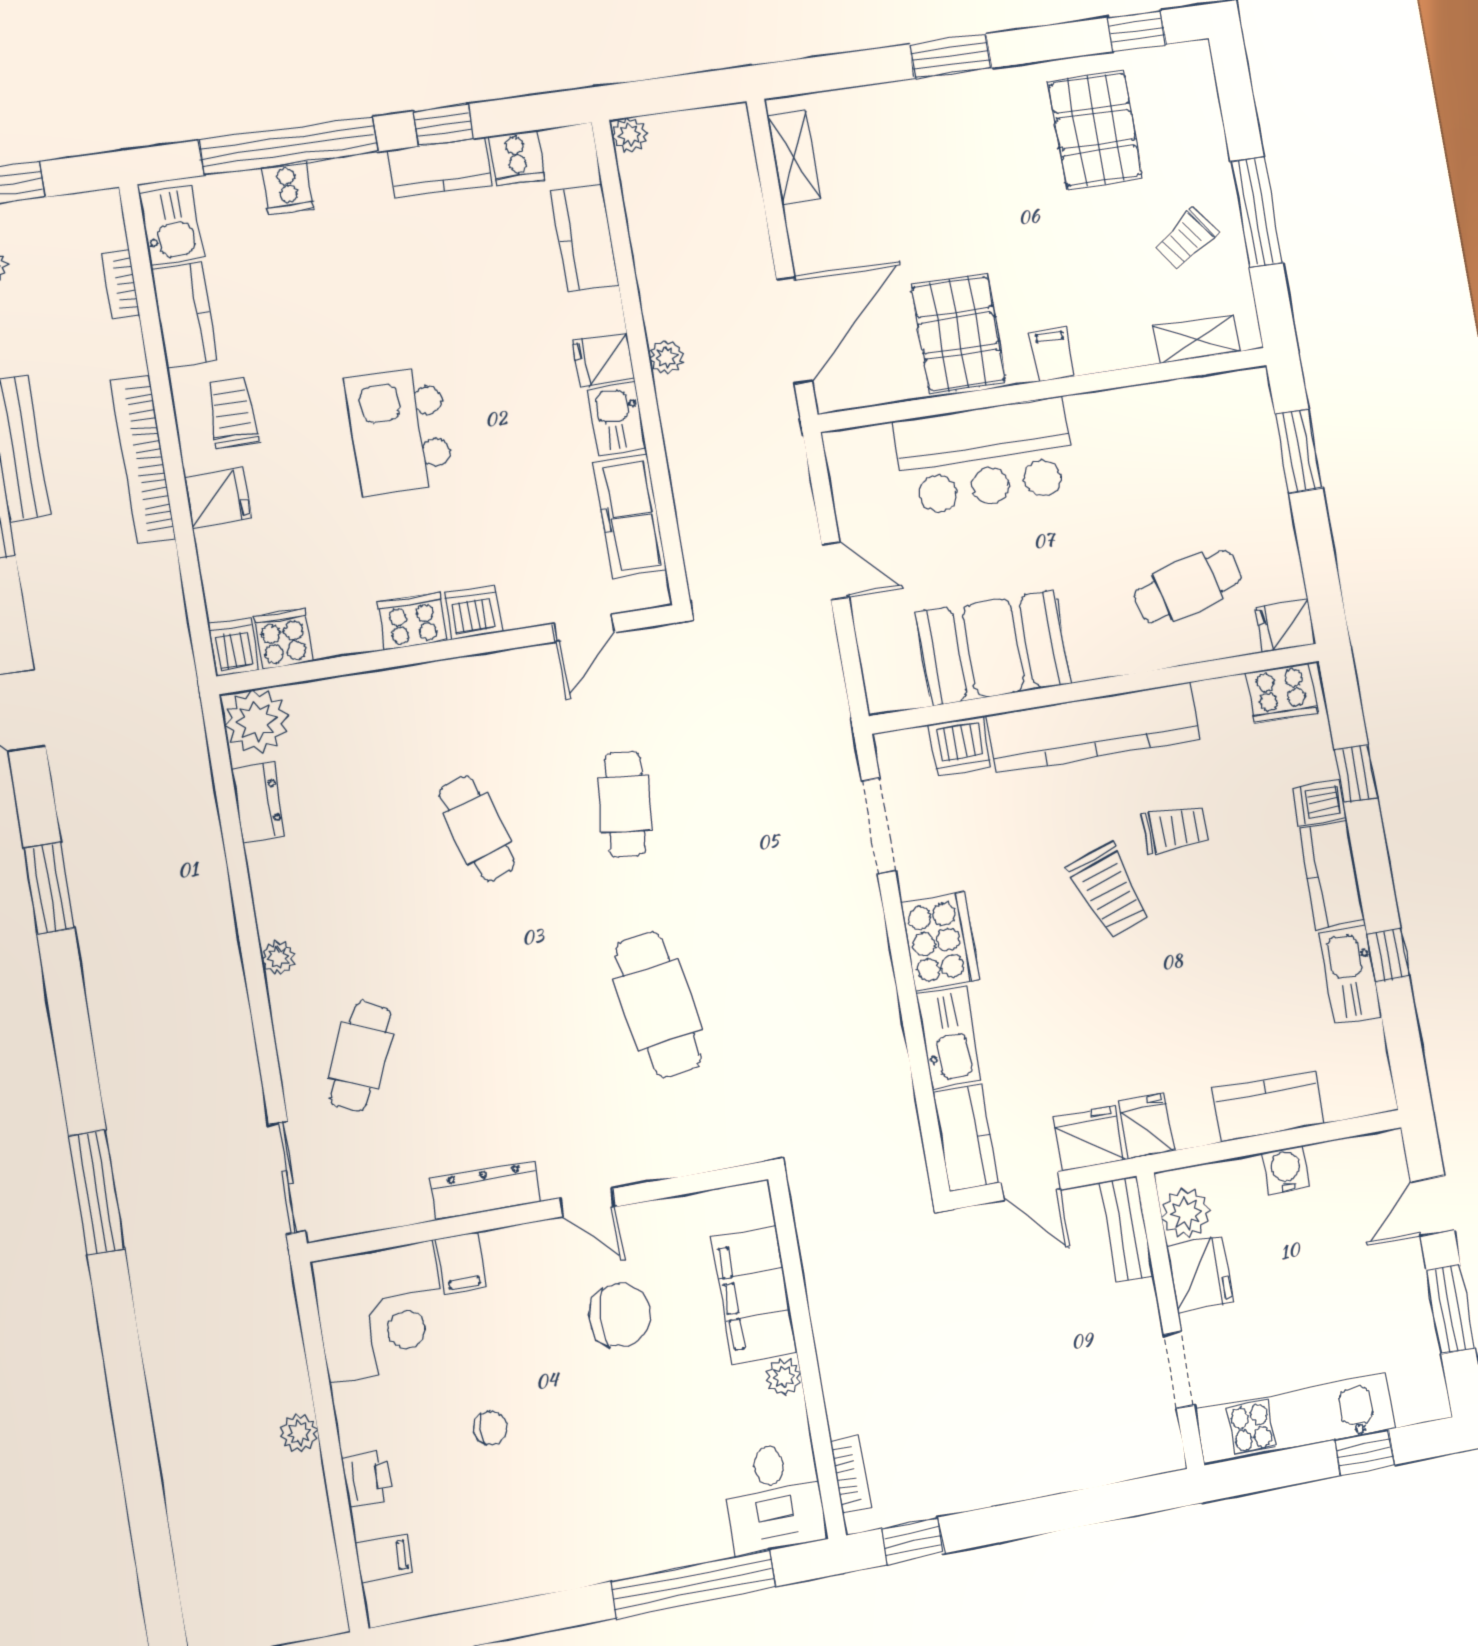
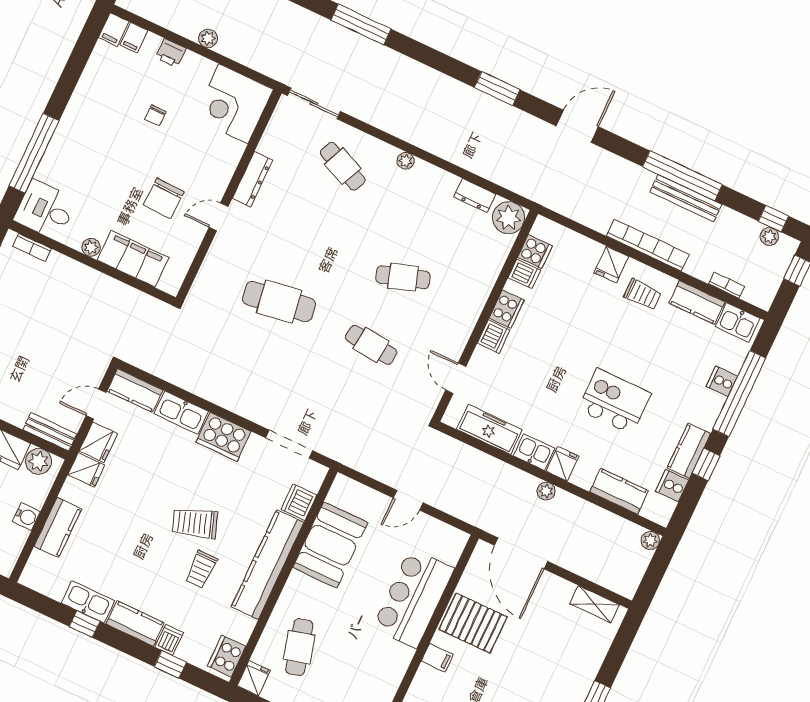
kitchen island: (399, 431) -> (614, 401), moved
dishwasher: (234, 647) -> (524, 274), moved
filing cabinet: (461, 1263) -> (114, 29), moved, turned -90

